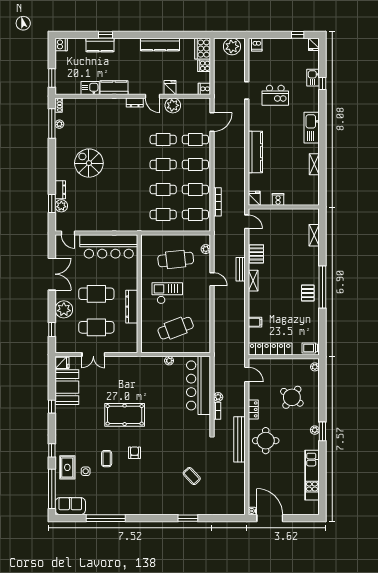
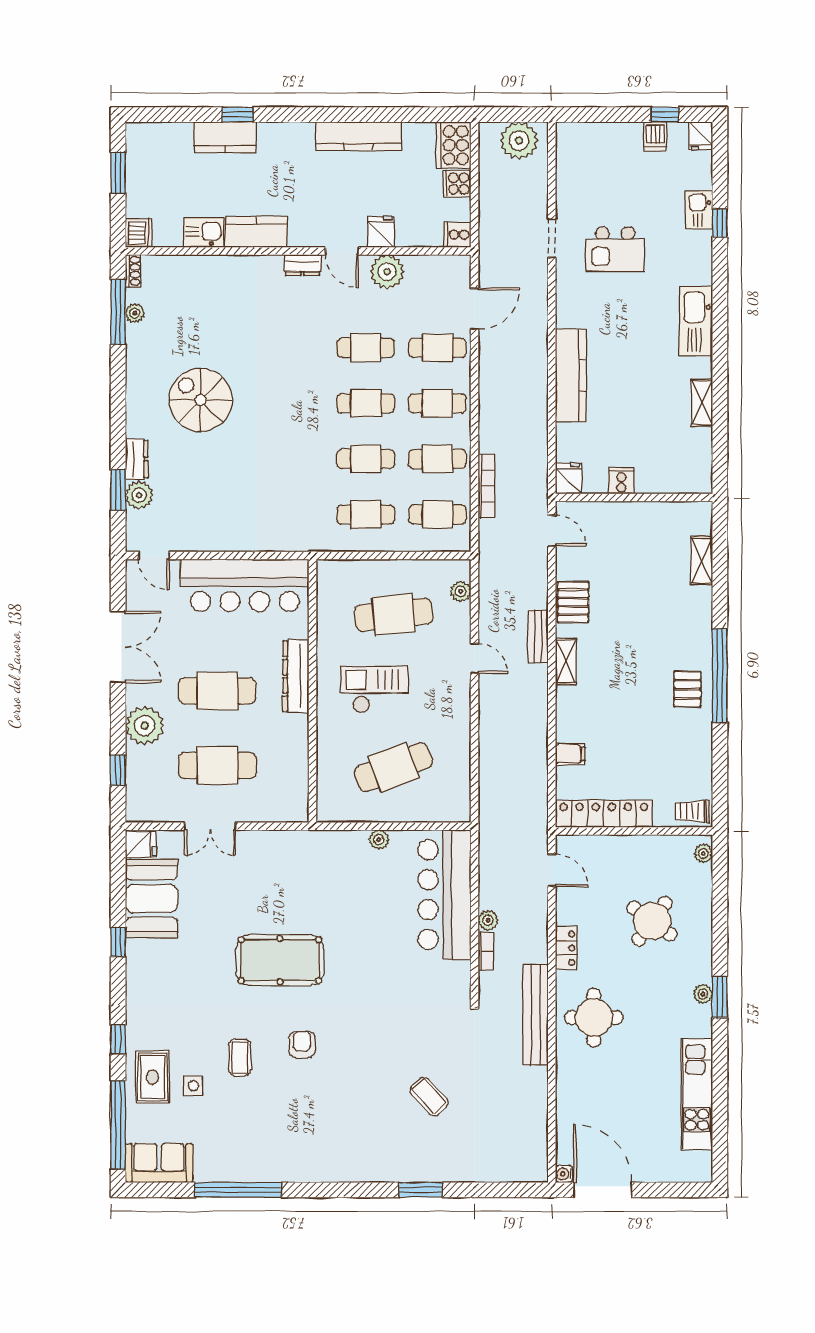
dishwasher: (61, 45) -> (139, 233), moved
dishwasher: (257, 45) -> (655, 136), moved
window: (52, 78) -> (118, 173), moved
dresser: (132, 307) -> (296, 676), moved

